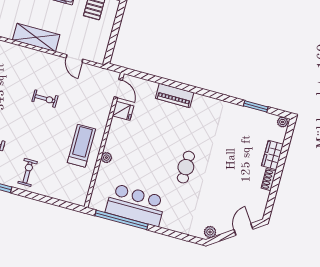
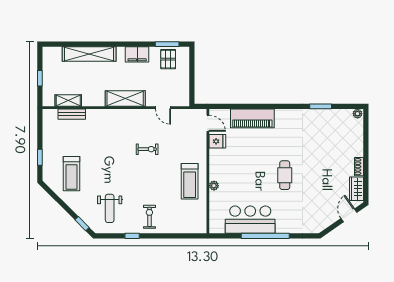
piano: (175, 95) -> (252, 118), width x1.37, depth x1.33
window: (256, 106) -> (321, 106), moved
treadmill: (81, 146) -> (190, 181), turned 180
wardrobe: (272, 155) -> (357, 189), moved
window: (122, 220) -> (265, 236), moved
plant: (210, 232) -> (321, 226), removed

